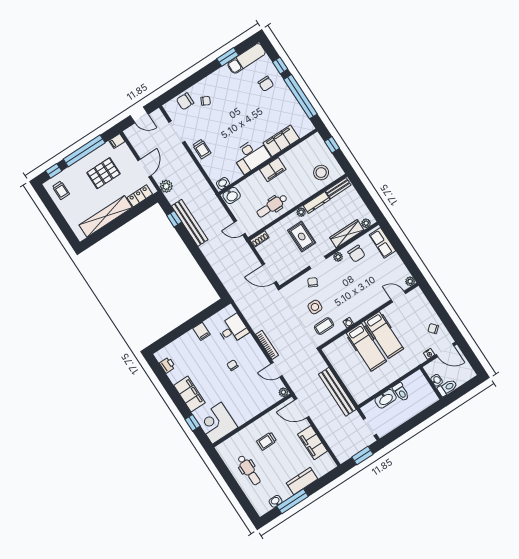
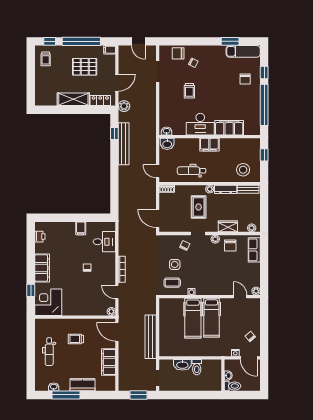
trolley: (202, 149) -> (189, 91), moved
shelving: (106, 216) -> (73, 99), width x0.68
wardrobe: (347, 234) -> (228, 226), width x0.67

